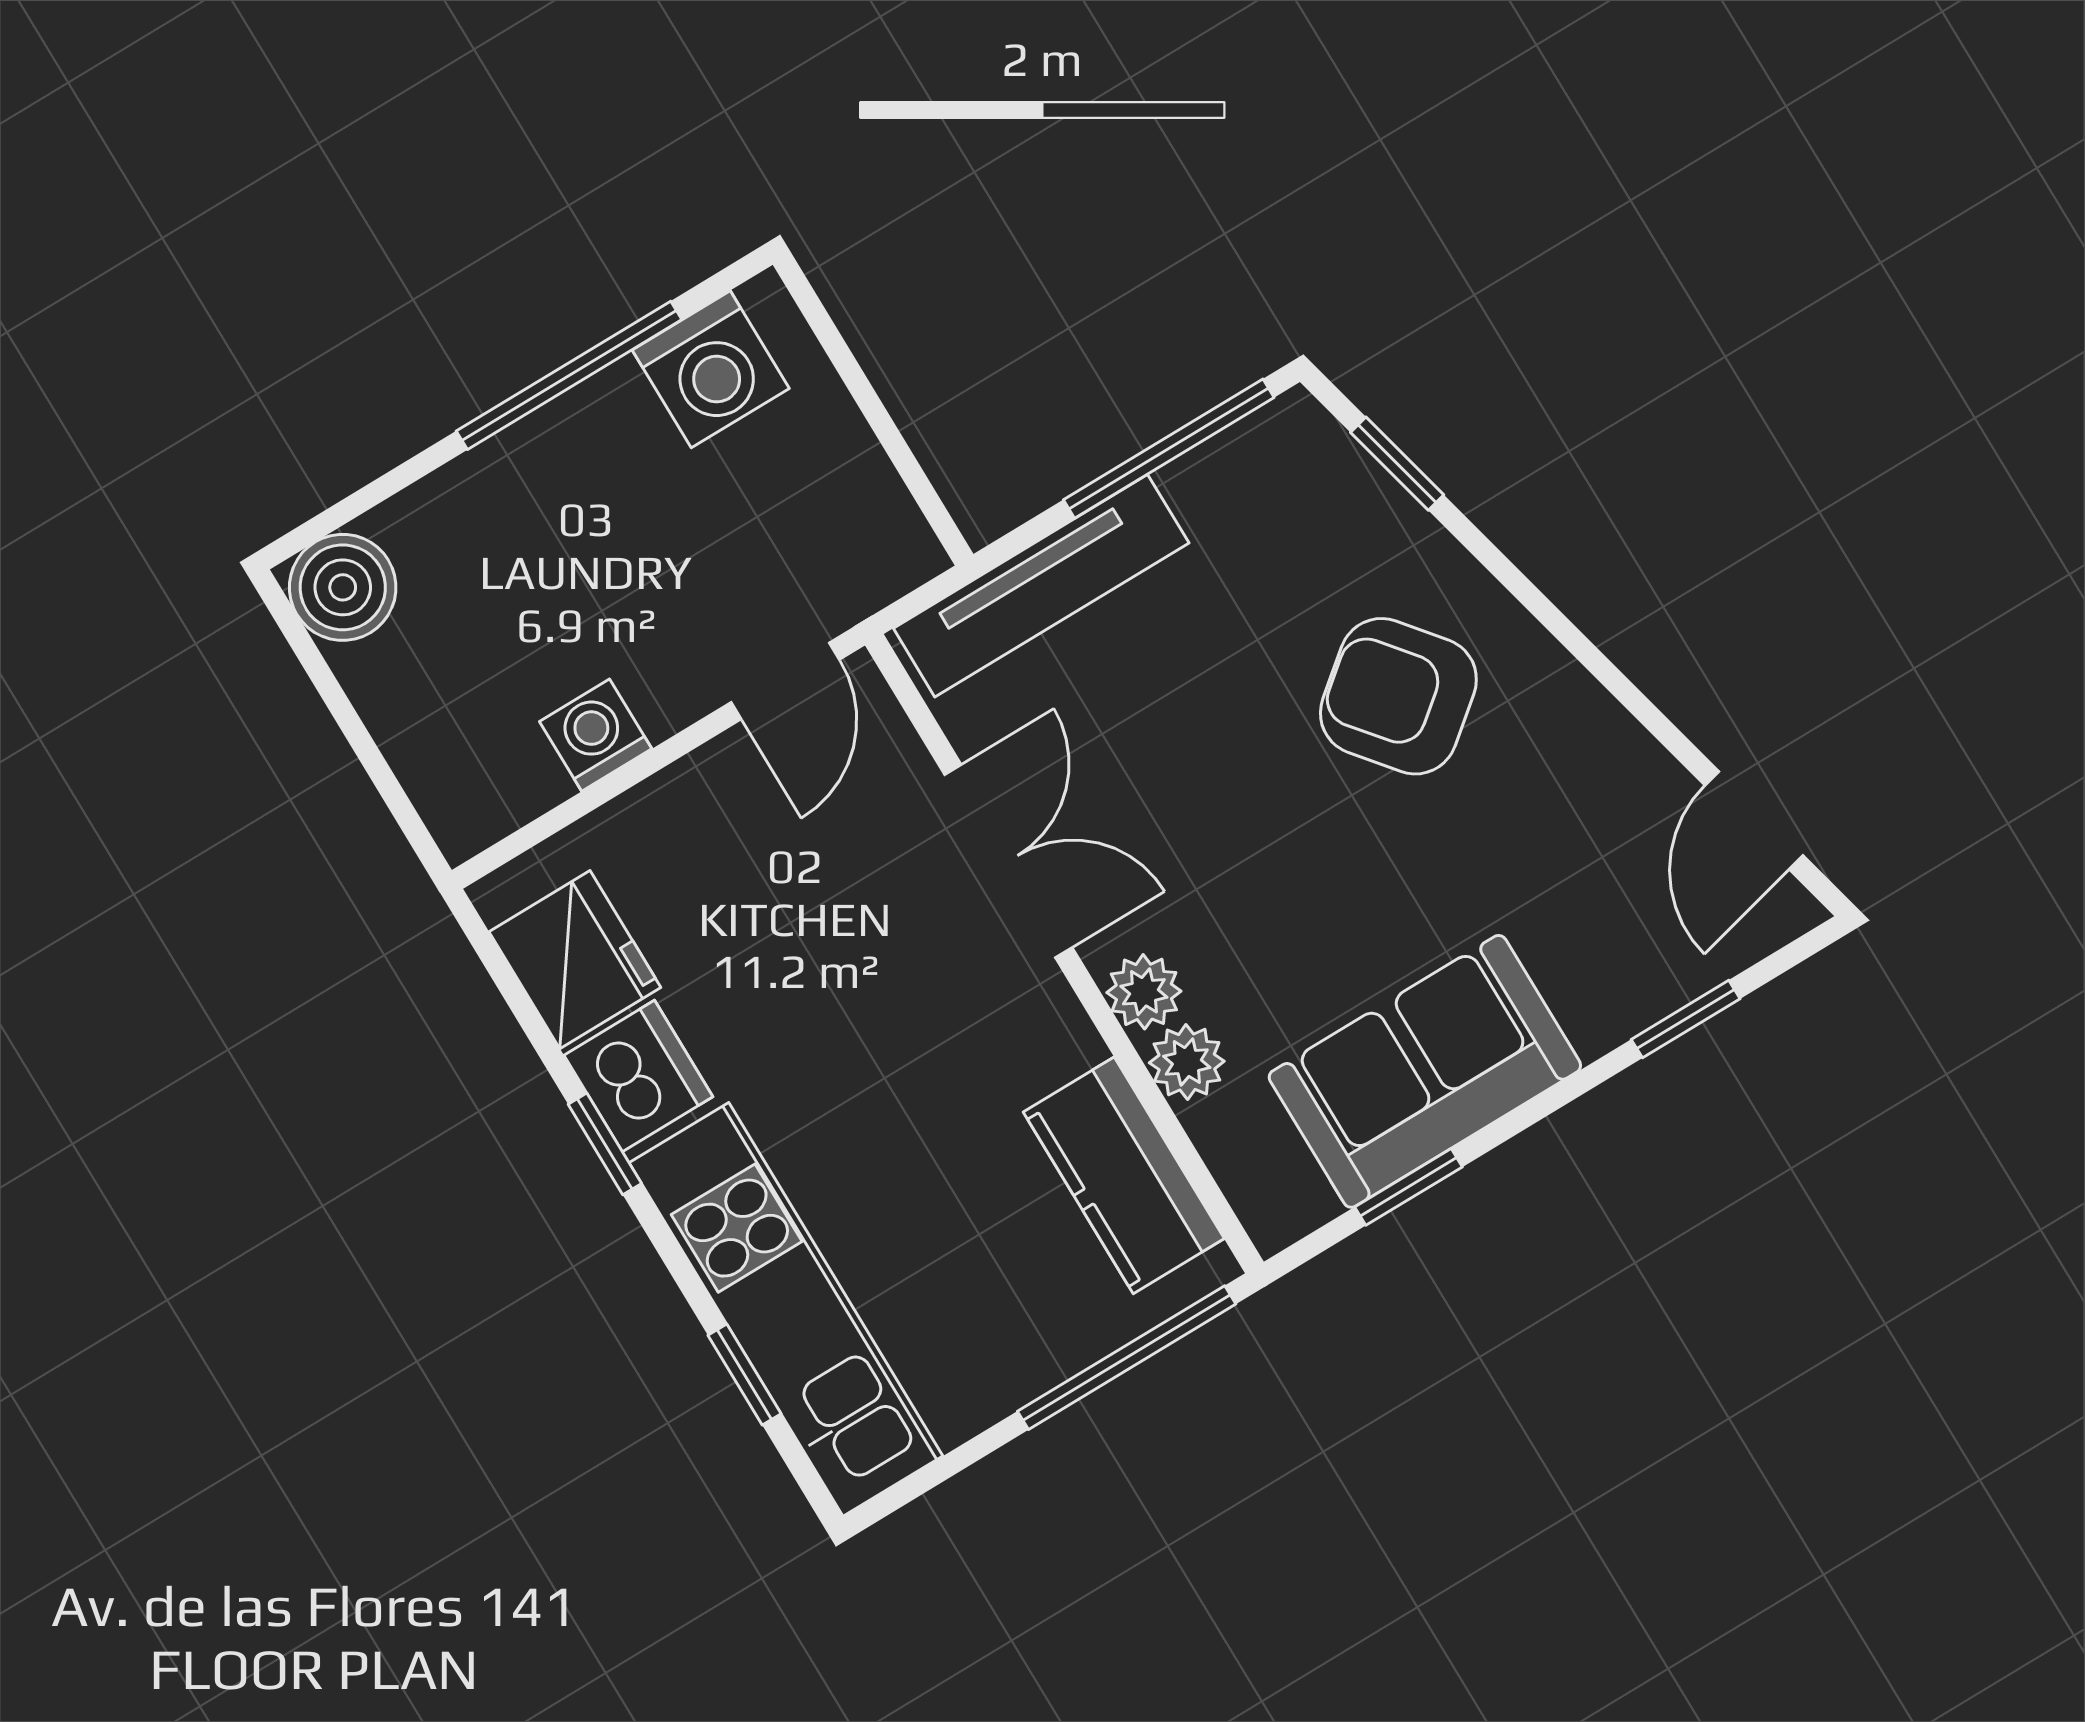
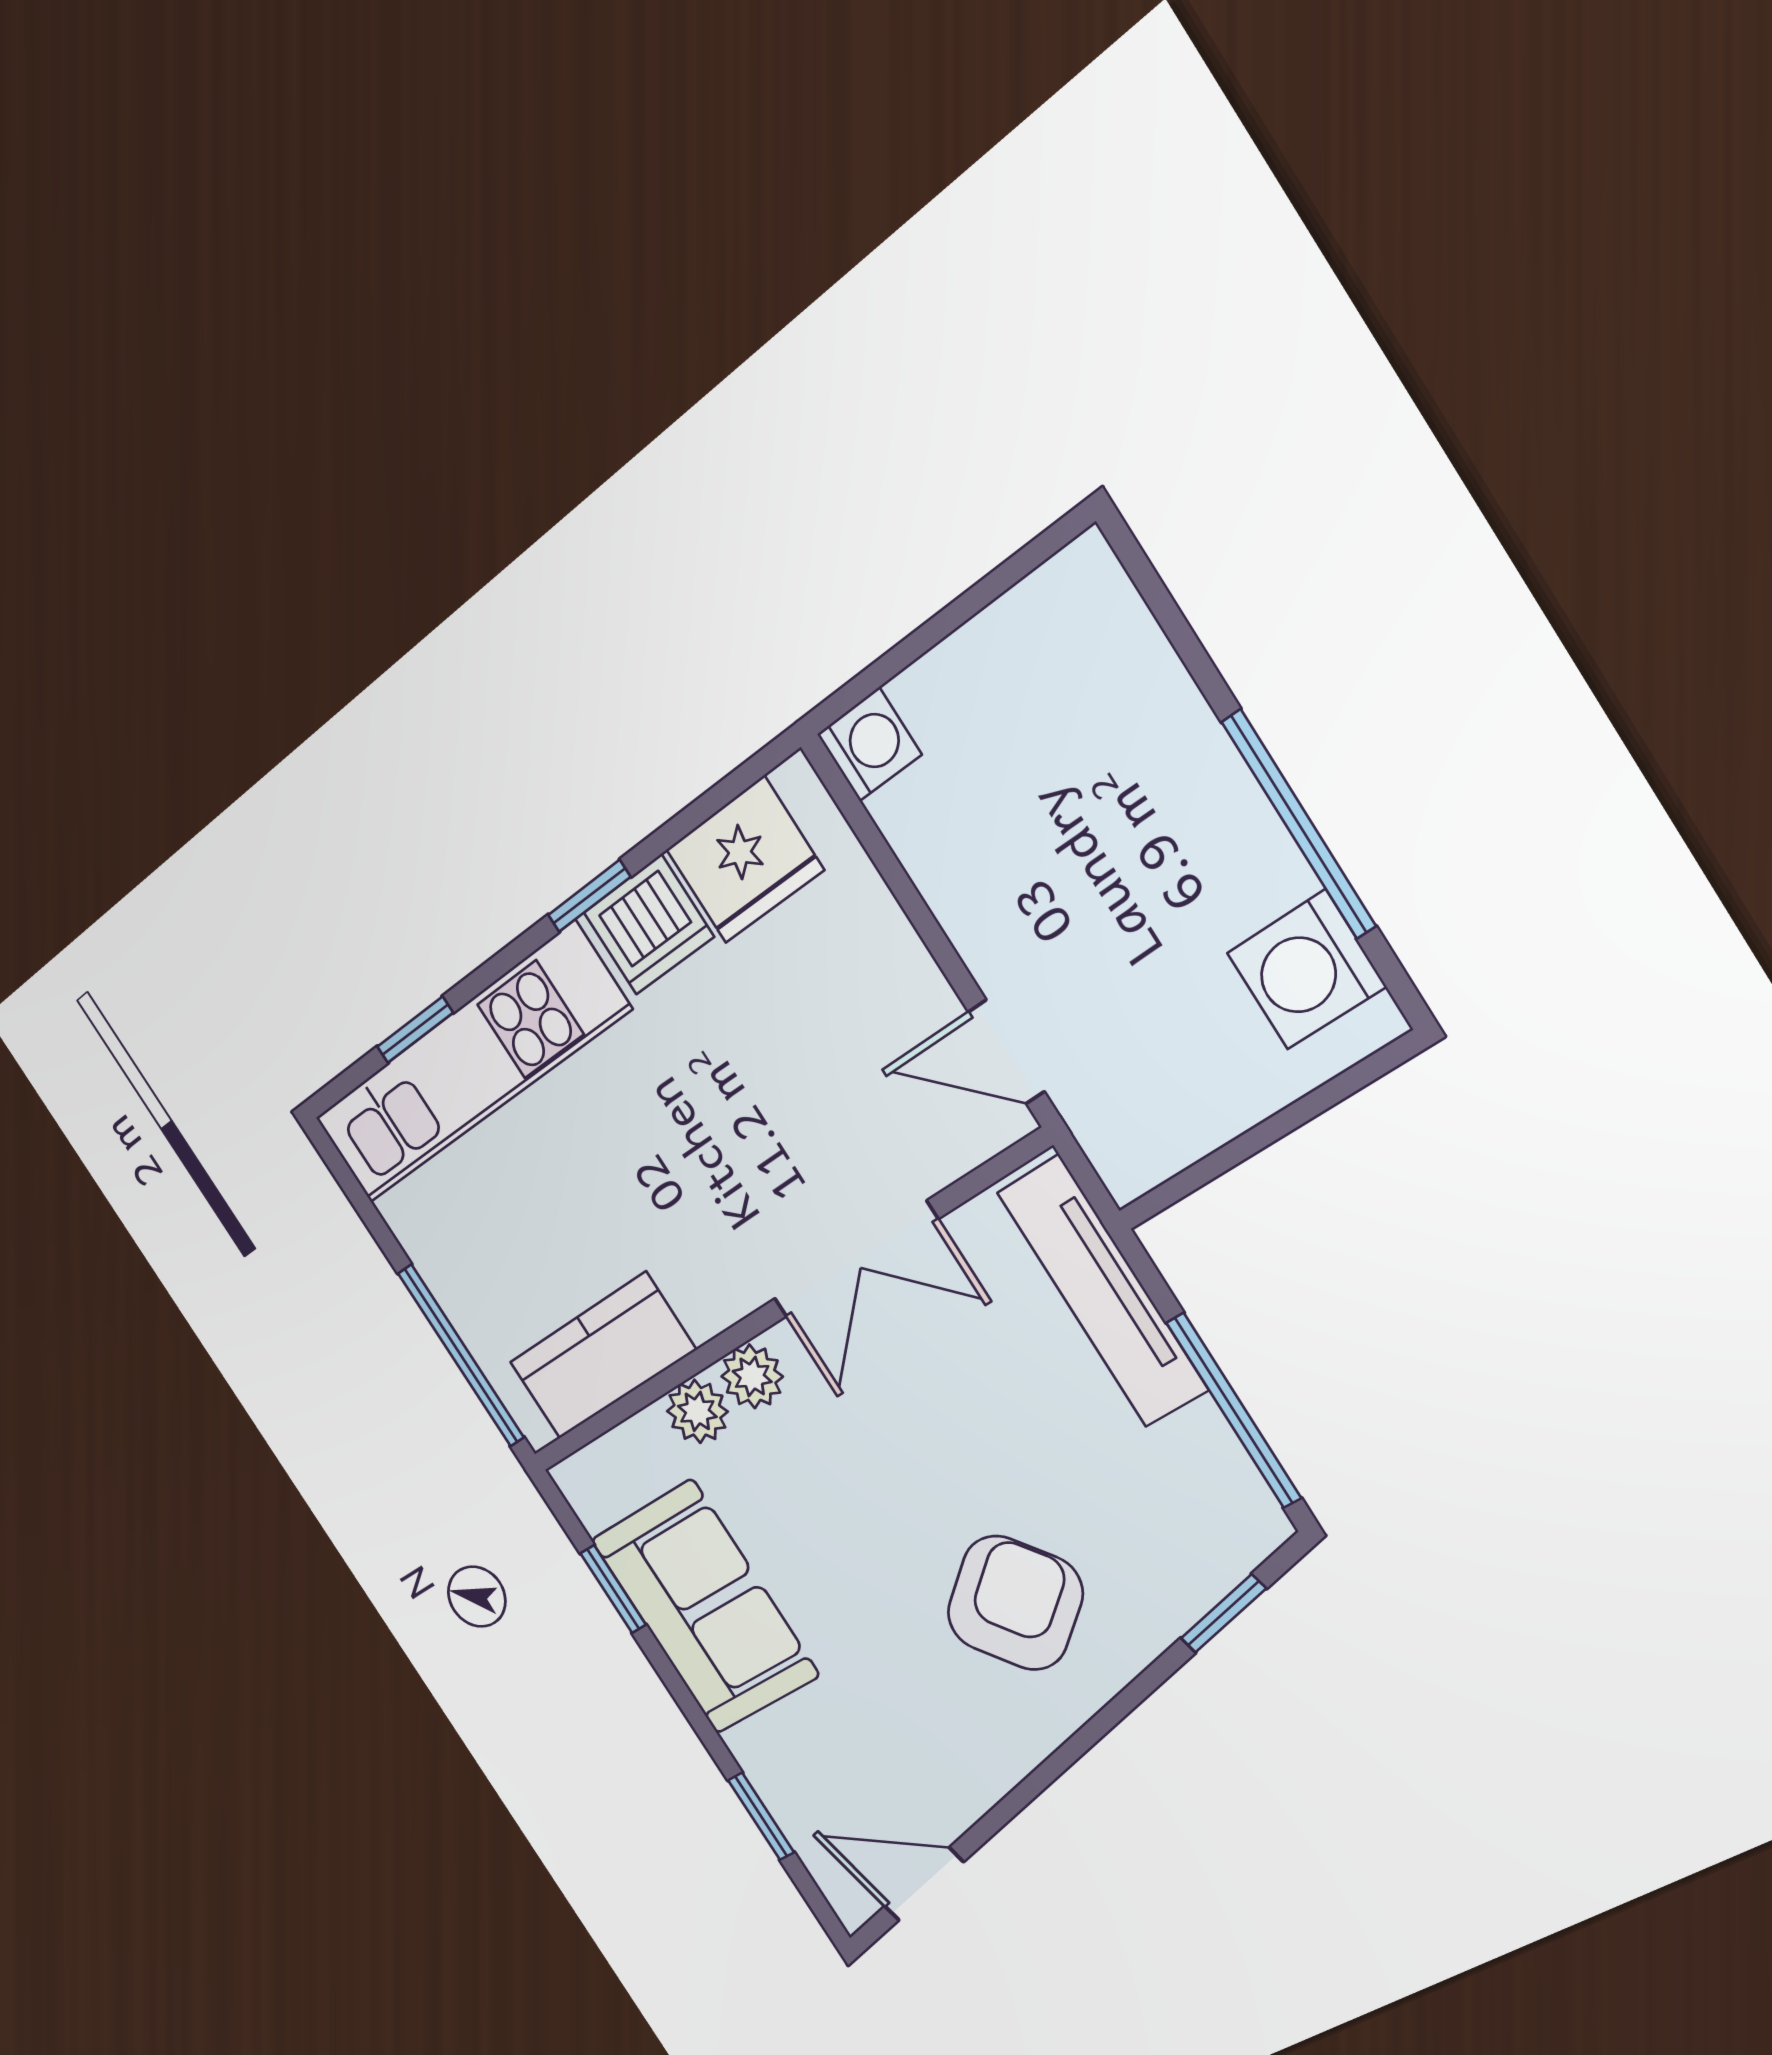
boiler: (343, 587) -> (1080, 601), removed
washing machine: (596, 735) -> (869, 744), moved

